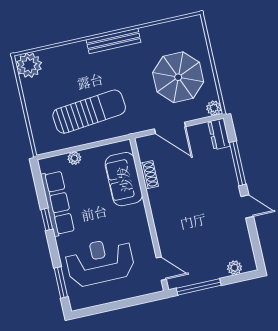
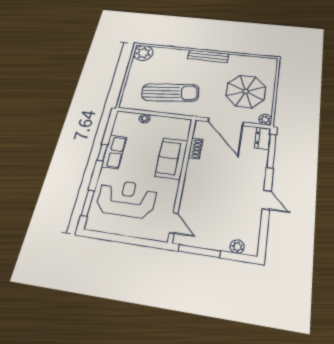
door: (170, 128) -> (226, 122), width x1.36
window: (238, 163) -> (272, 151), moved
sofa: (124, 179) -> (172, 158), moved
row of seats: (57, 203) -> (114, 152), width x0.68

